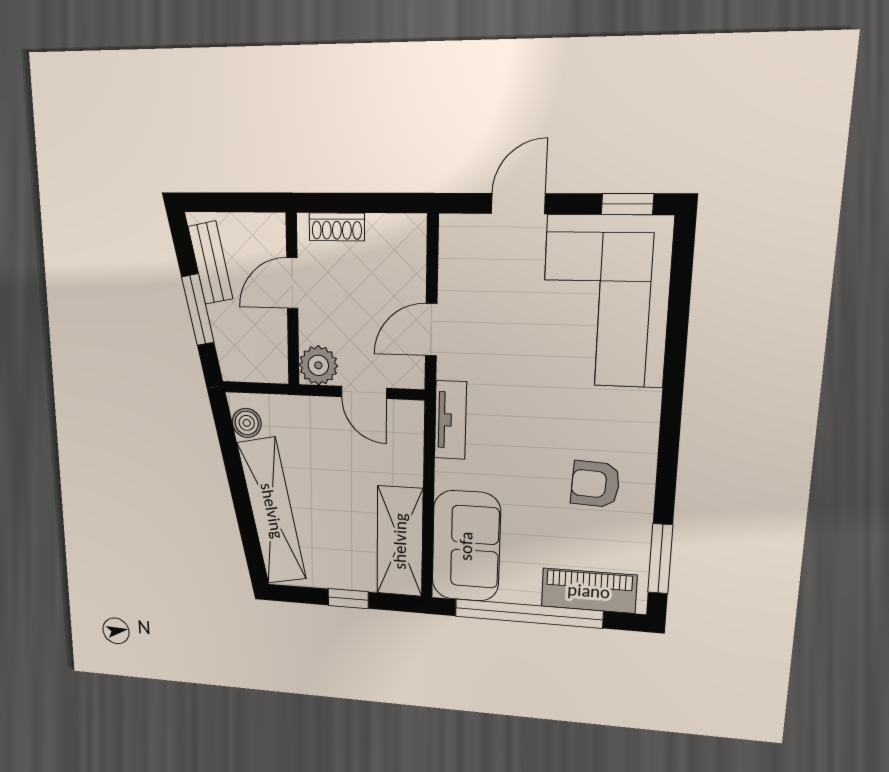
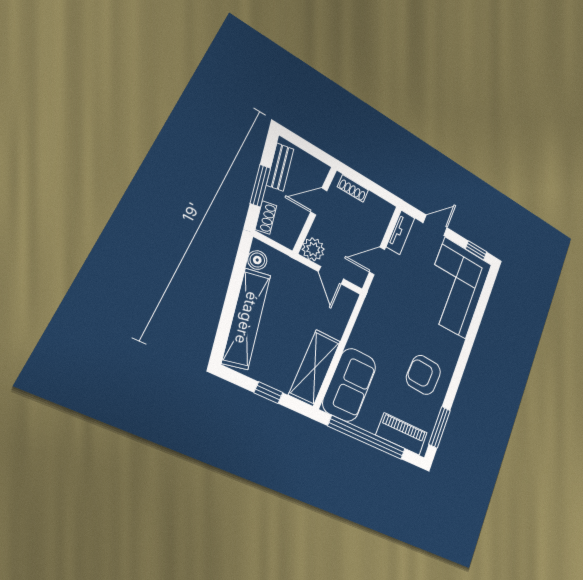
shoe rack: (228, 354) -> (266, 217), added
tv unit: (450, 420) -> (400, 232), moved
armchair: (595, 484) -> (423, 375), width x1.38, depth x1.38

